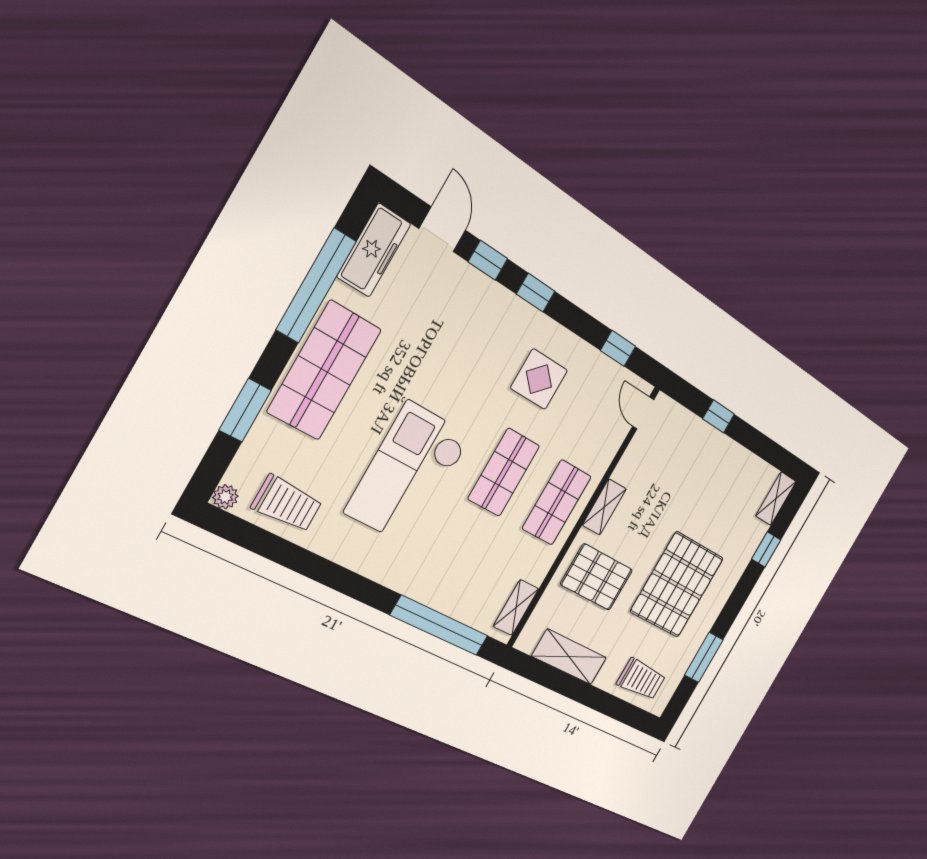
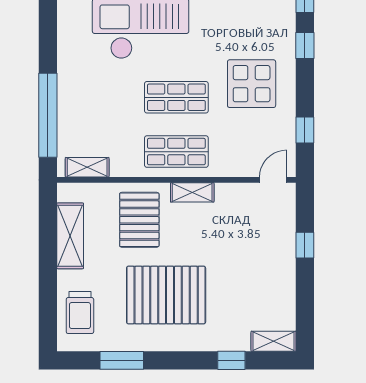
display table: (539, 379) -> (252, 84), width x1.36, depth x1.36

